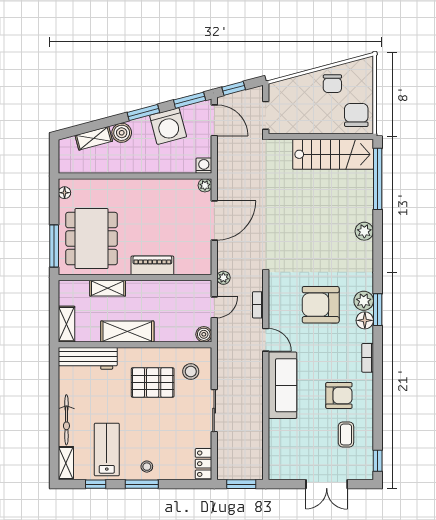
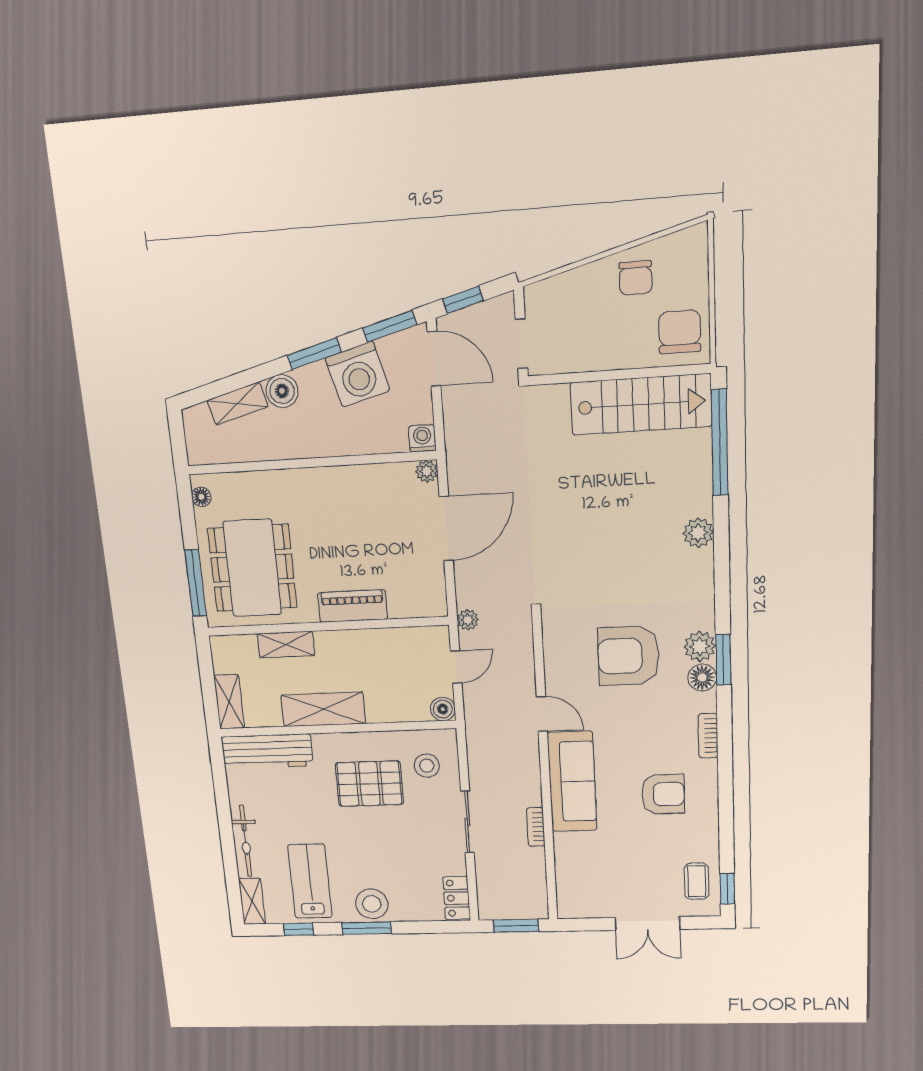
bookcase: (258, 305) -> (536, 827), moved
coffee table: (346, 435) -> (697, 881), moved
stool: (147, 467) -> (372, 904), width x1.89, depth x1.89

